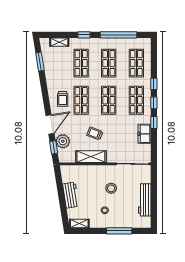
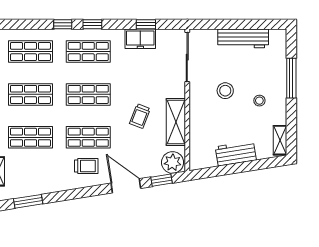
window: (154, 123) -> (146, 24), moved
plant: (63, 141) -> (173, 162), moved

